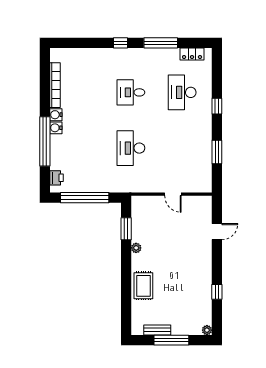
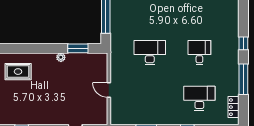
door: (173, 194) -> (109, 90), hinge flipped
rug: (143, 286) -> (18, 72), moved

